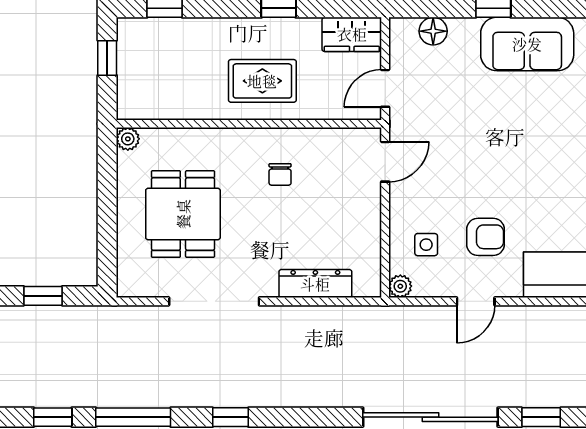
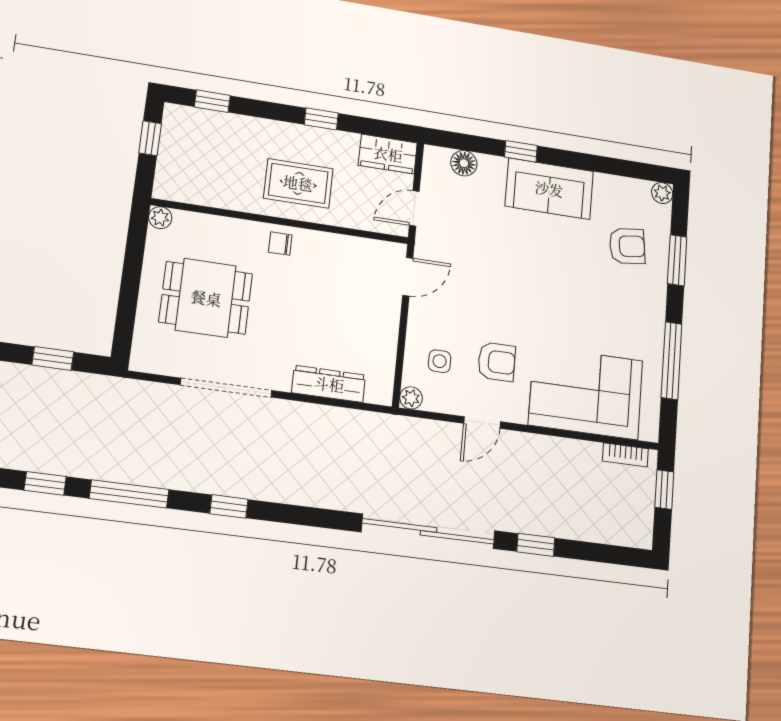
chair: (280, 174) -> (280, 244), moved, turned 90
dining table: (183, 214) -> (206, 298), turned 90

